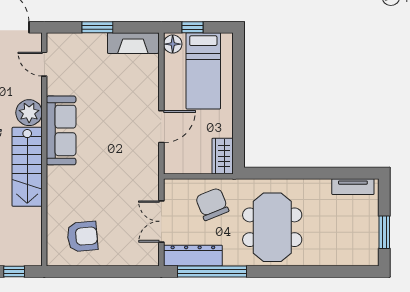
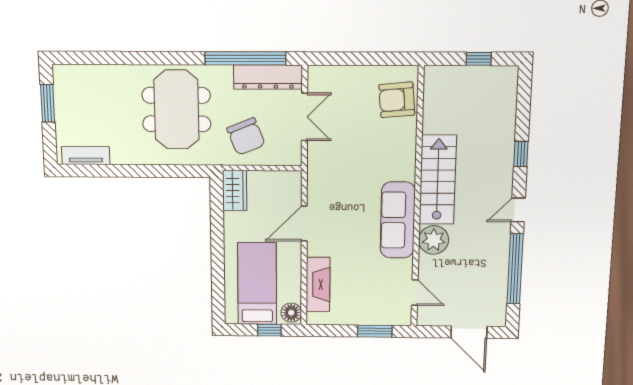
fireplace: (133, 43) -> (318, 285), moved, turned 90
door: (44, 64) -> (415, 292), moved
plant: (29, 113) -> (434, 240), moved
sofa: (61, 130) -> (398, 220), moved
wall: (44, 149) -> (417, 199), moved
stairs: (27, 167) -> (438, 180), moved

